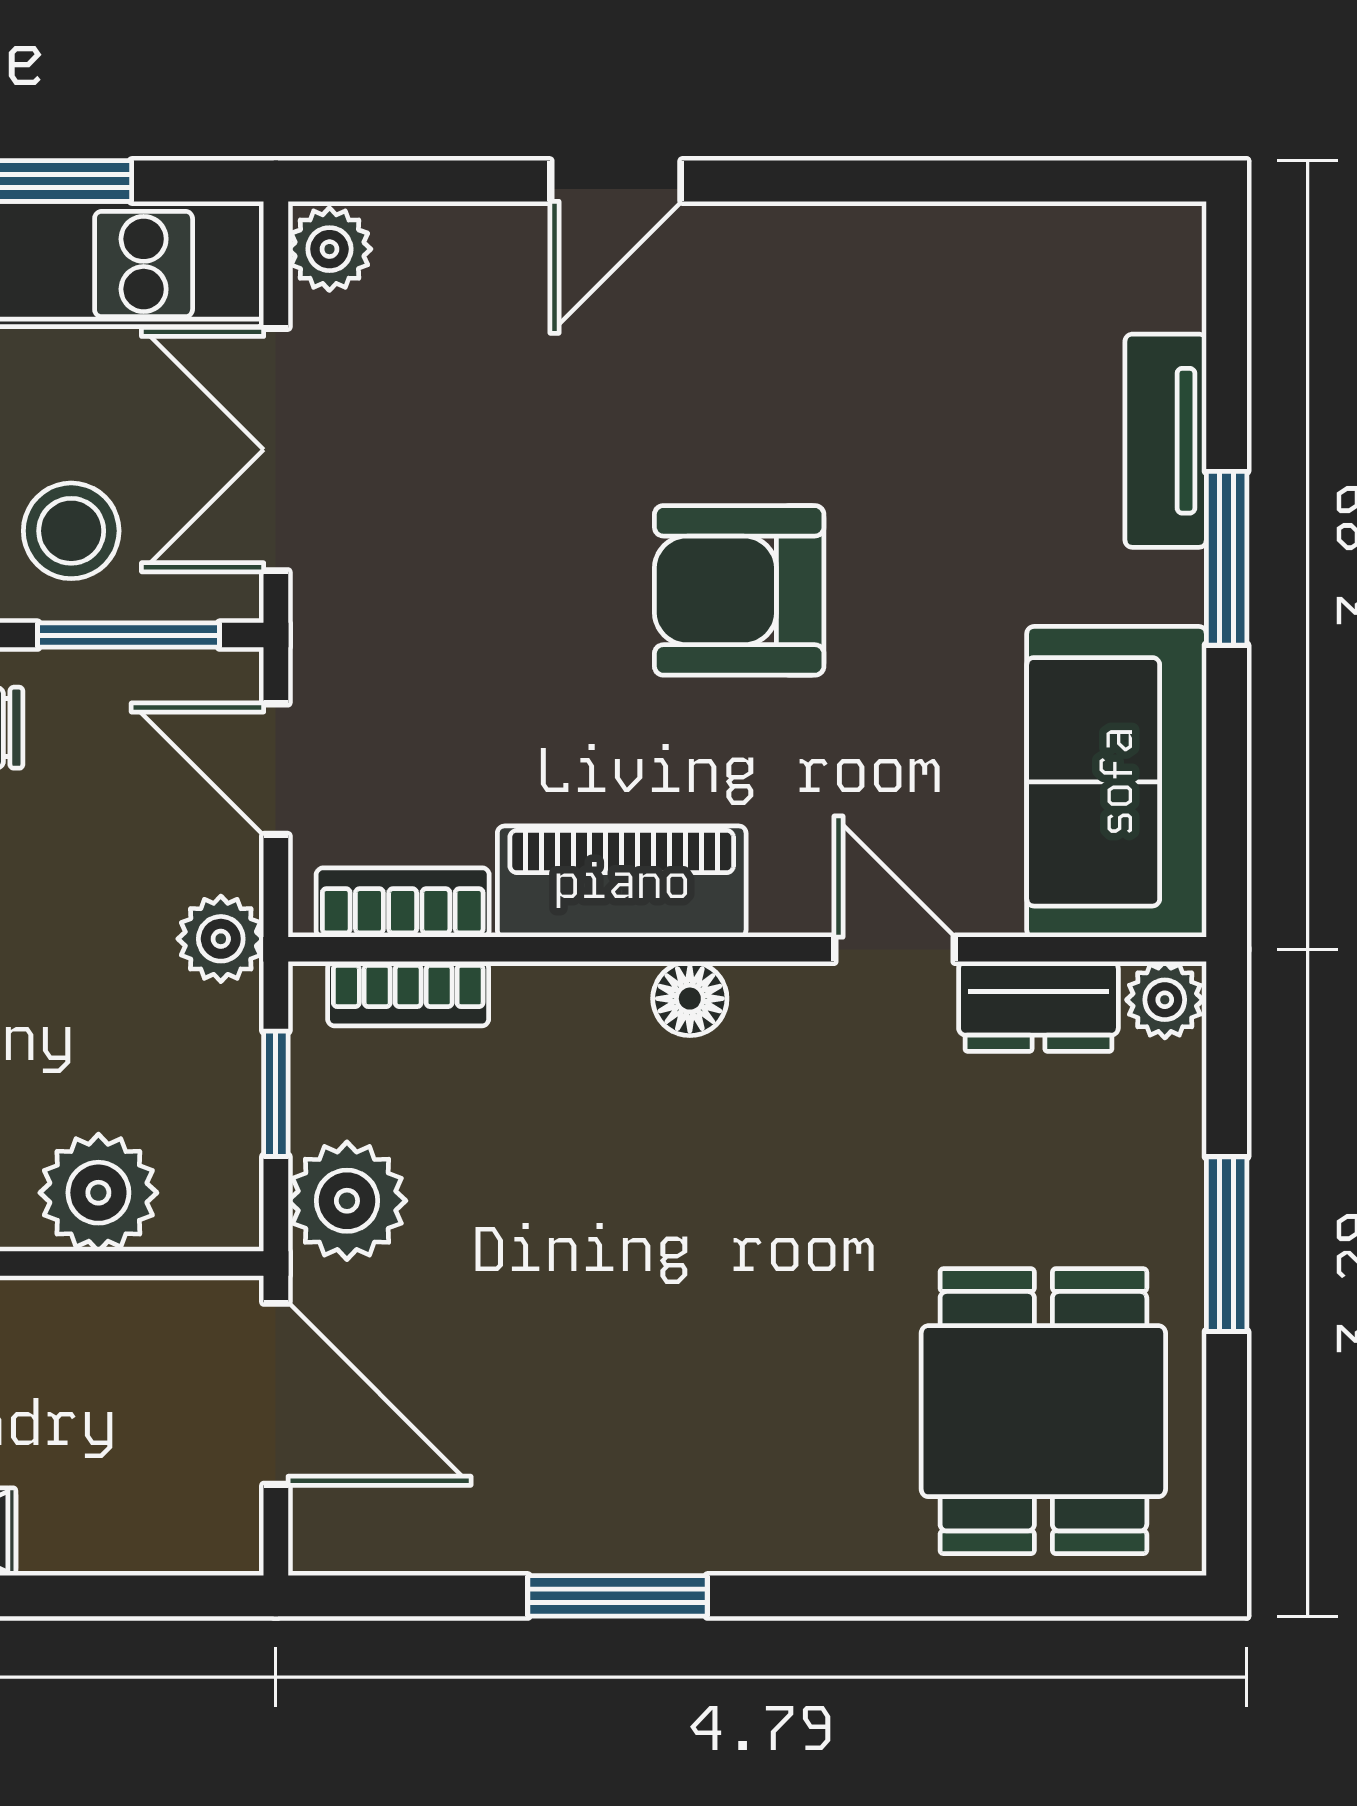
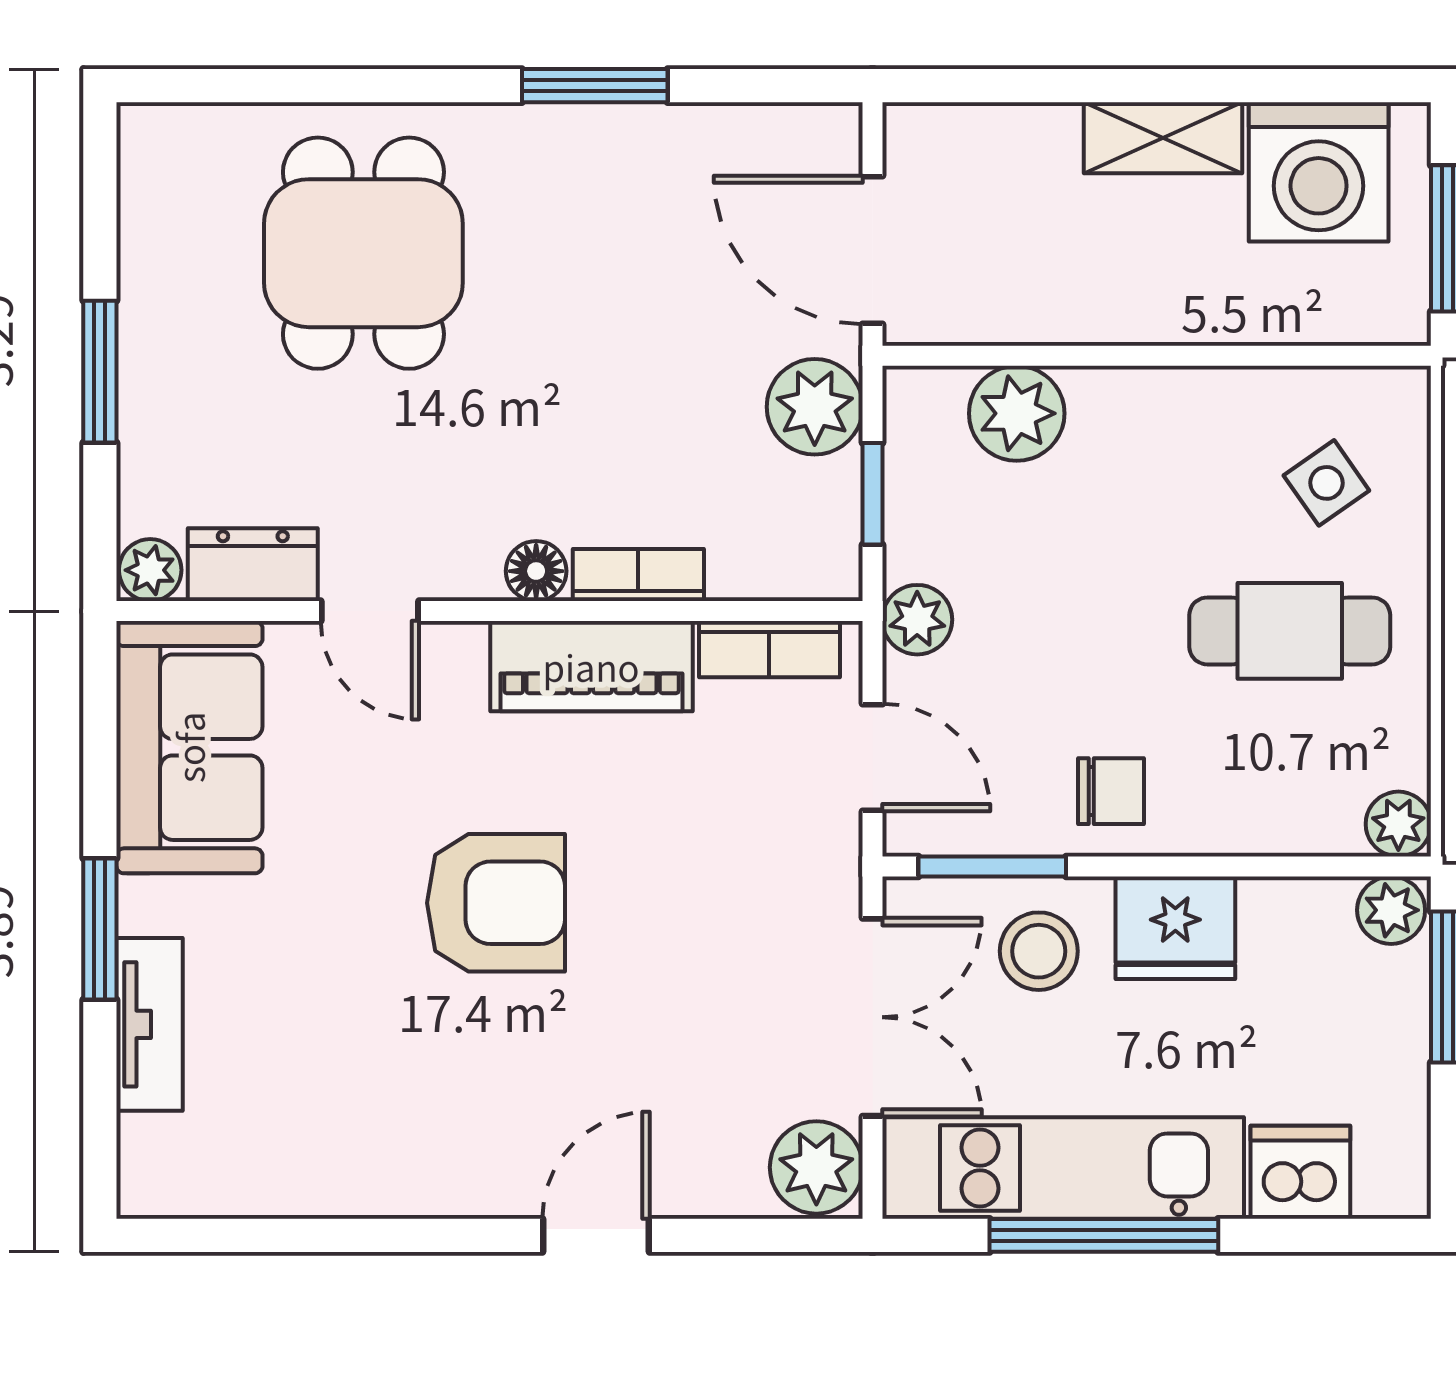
plant: (329, 249) -> (816, 1167), width x1.38, depth x1.38
bookcase: (408, 994) -> (638, 575), moved
dining table: (1043, 1411) -> (363, 253), moved

